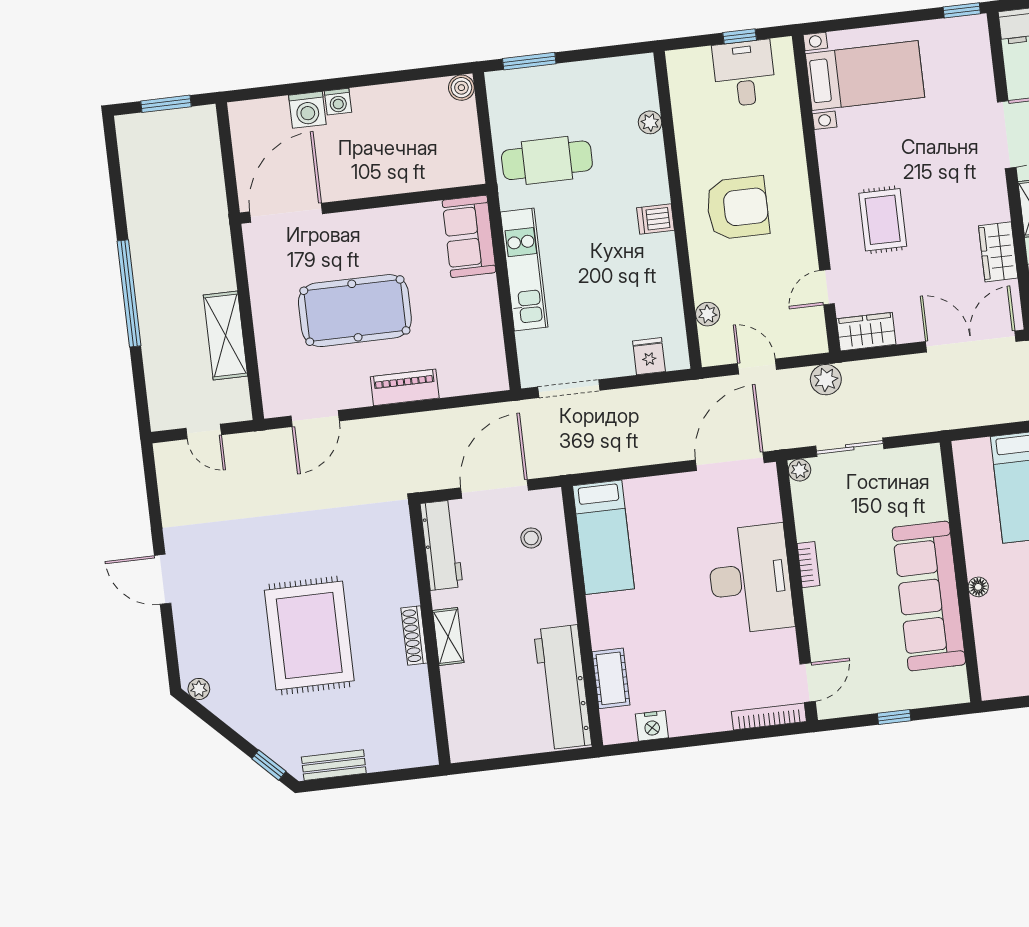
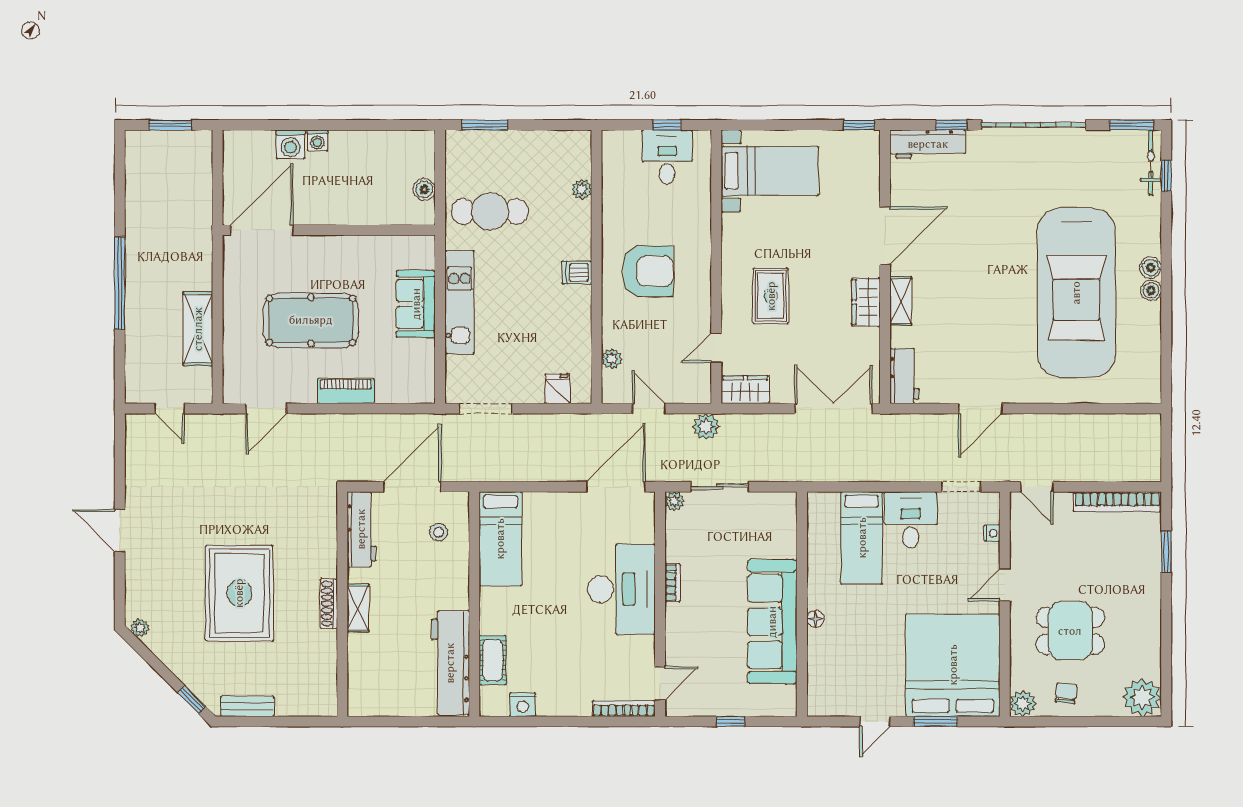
boiler: (461, 88) -> (424, 189), moved
sofa: (469, 236) -> (416, 304), moved
wardrobe: (998, 252) -> (866, 302), moved

